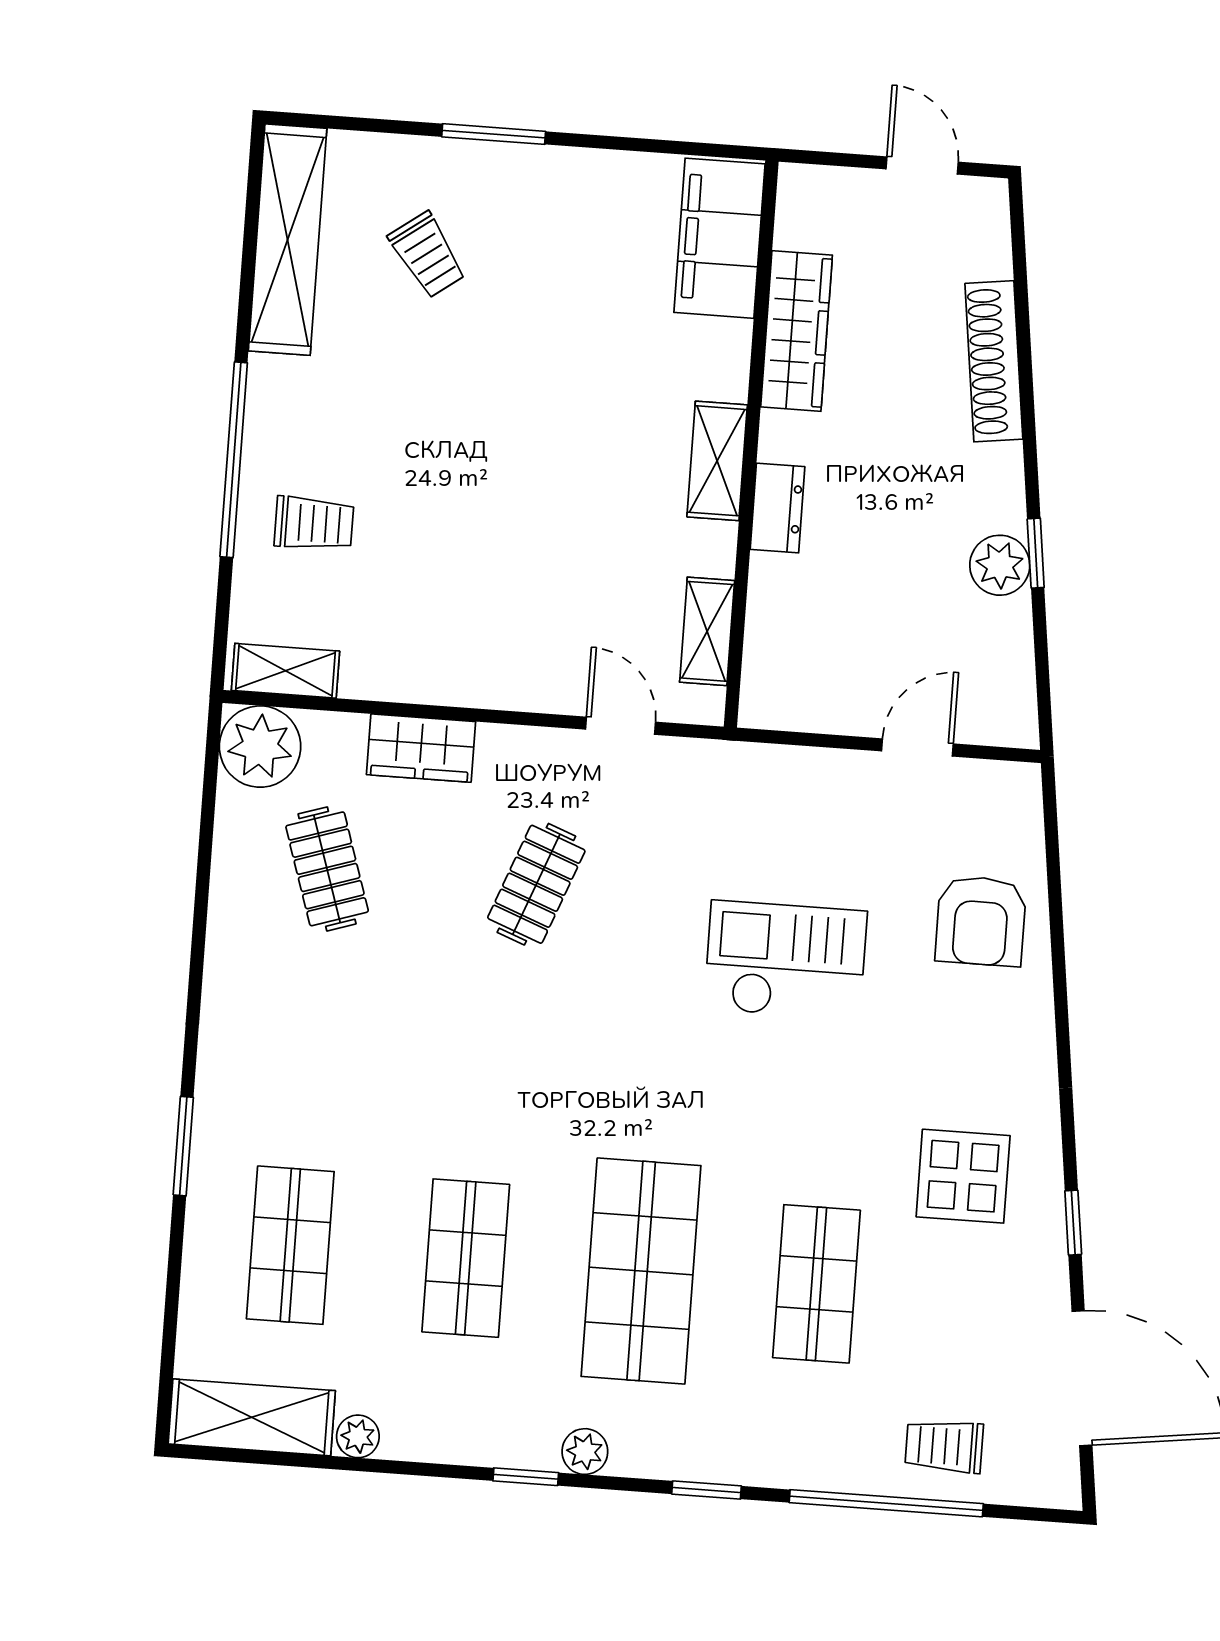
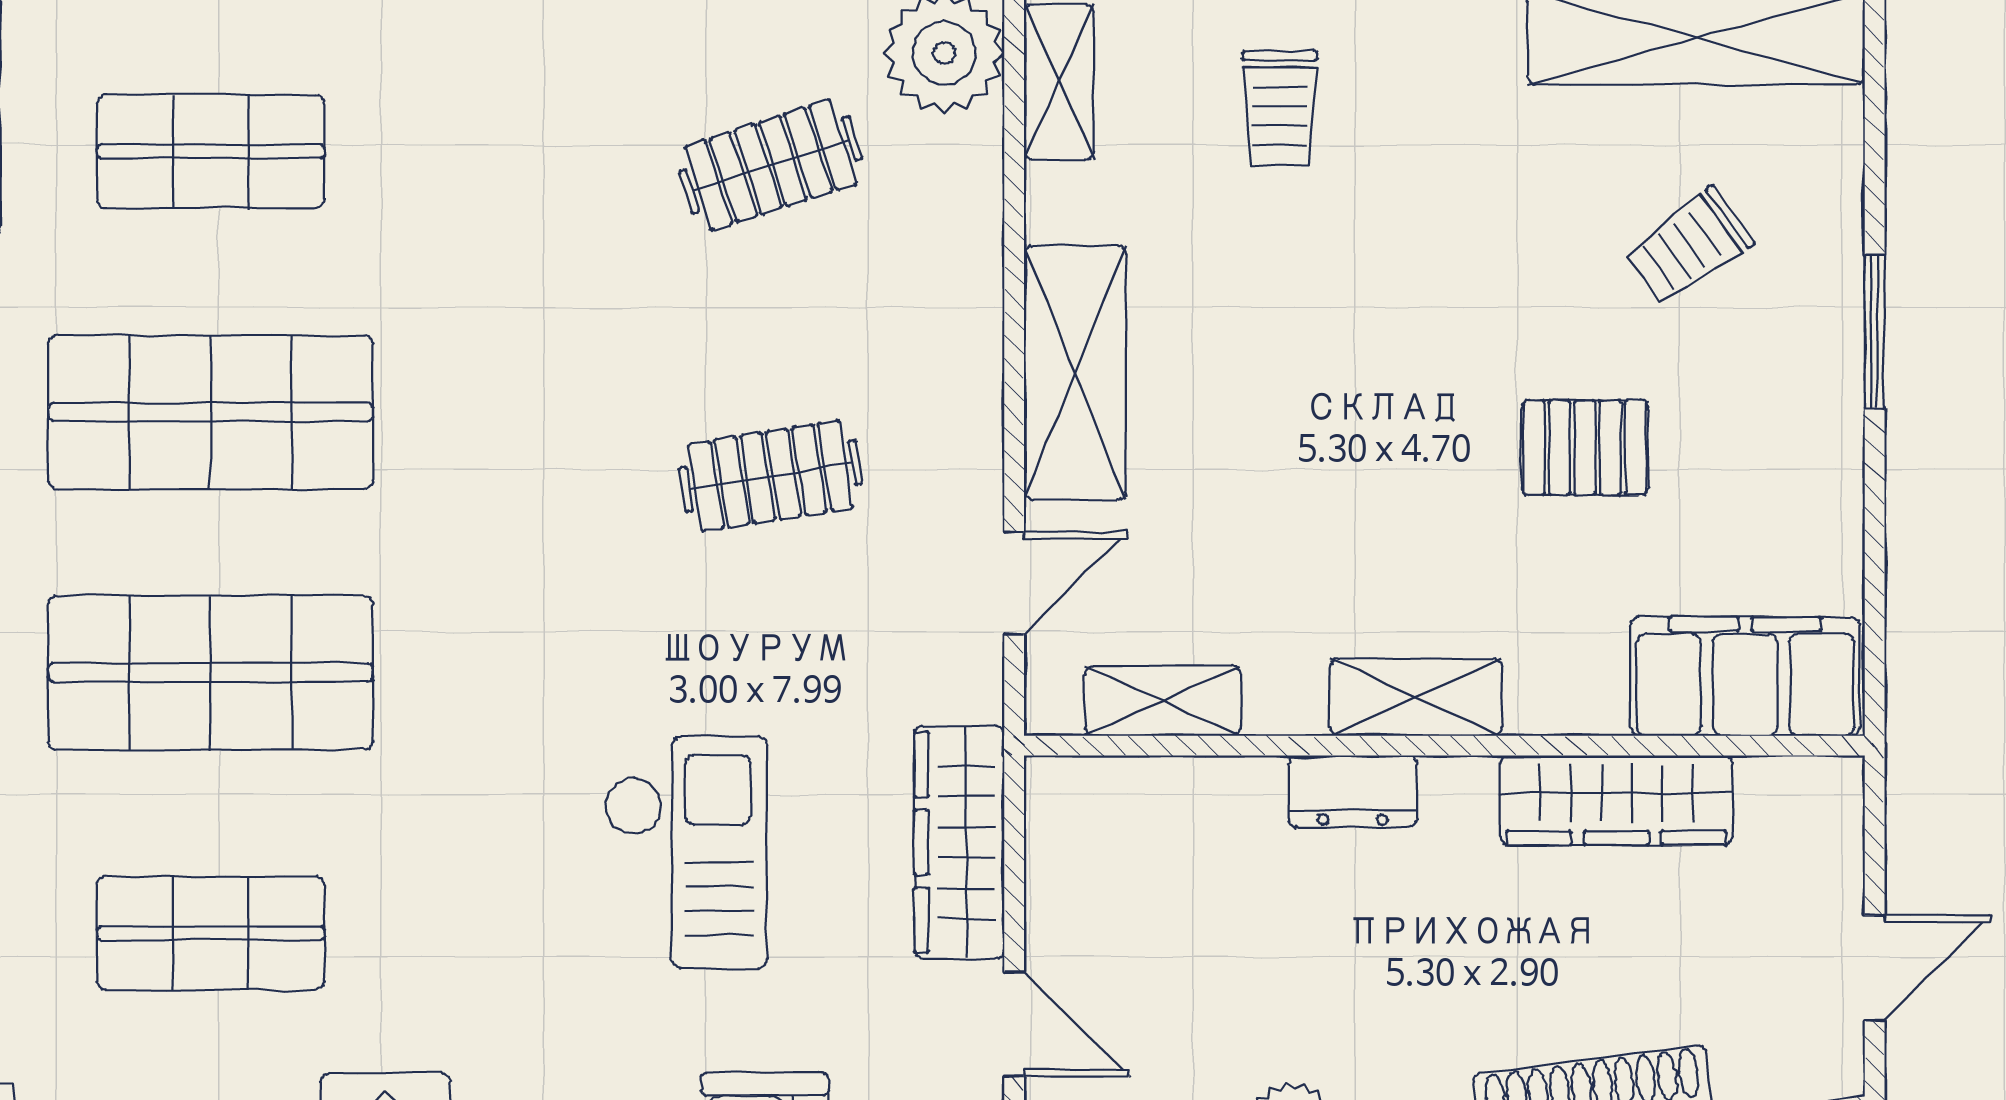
pallet: (558, 335) -> (1585, 448), added
shelving: (482, 674) -> (1075, 373), added
wardrobe: (421, 748) -> (959, 842), moved, width x1.50
clothes rail: (536, 884) -> (771, 476), turned -30
shop shelf: (466, 1258) -> (211, 412), width x1.43, depth x1.36

